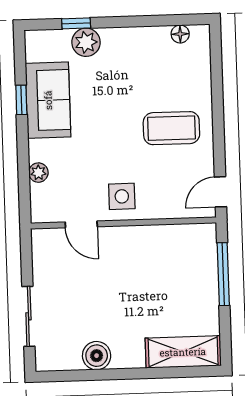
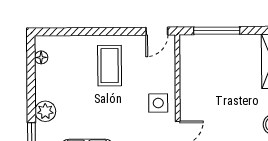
plant: (86, 42) -> (45, 111), moved
door: (221, 192) -> (157, 31), hinge flipped

